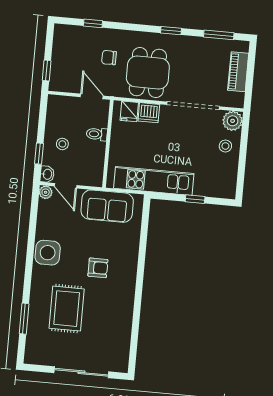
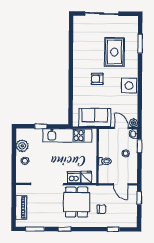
door: (92, 96) -> (121, 184), moved
plant: (233, 121) -> (22, 146), moved

